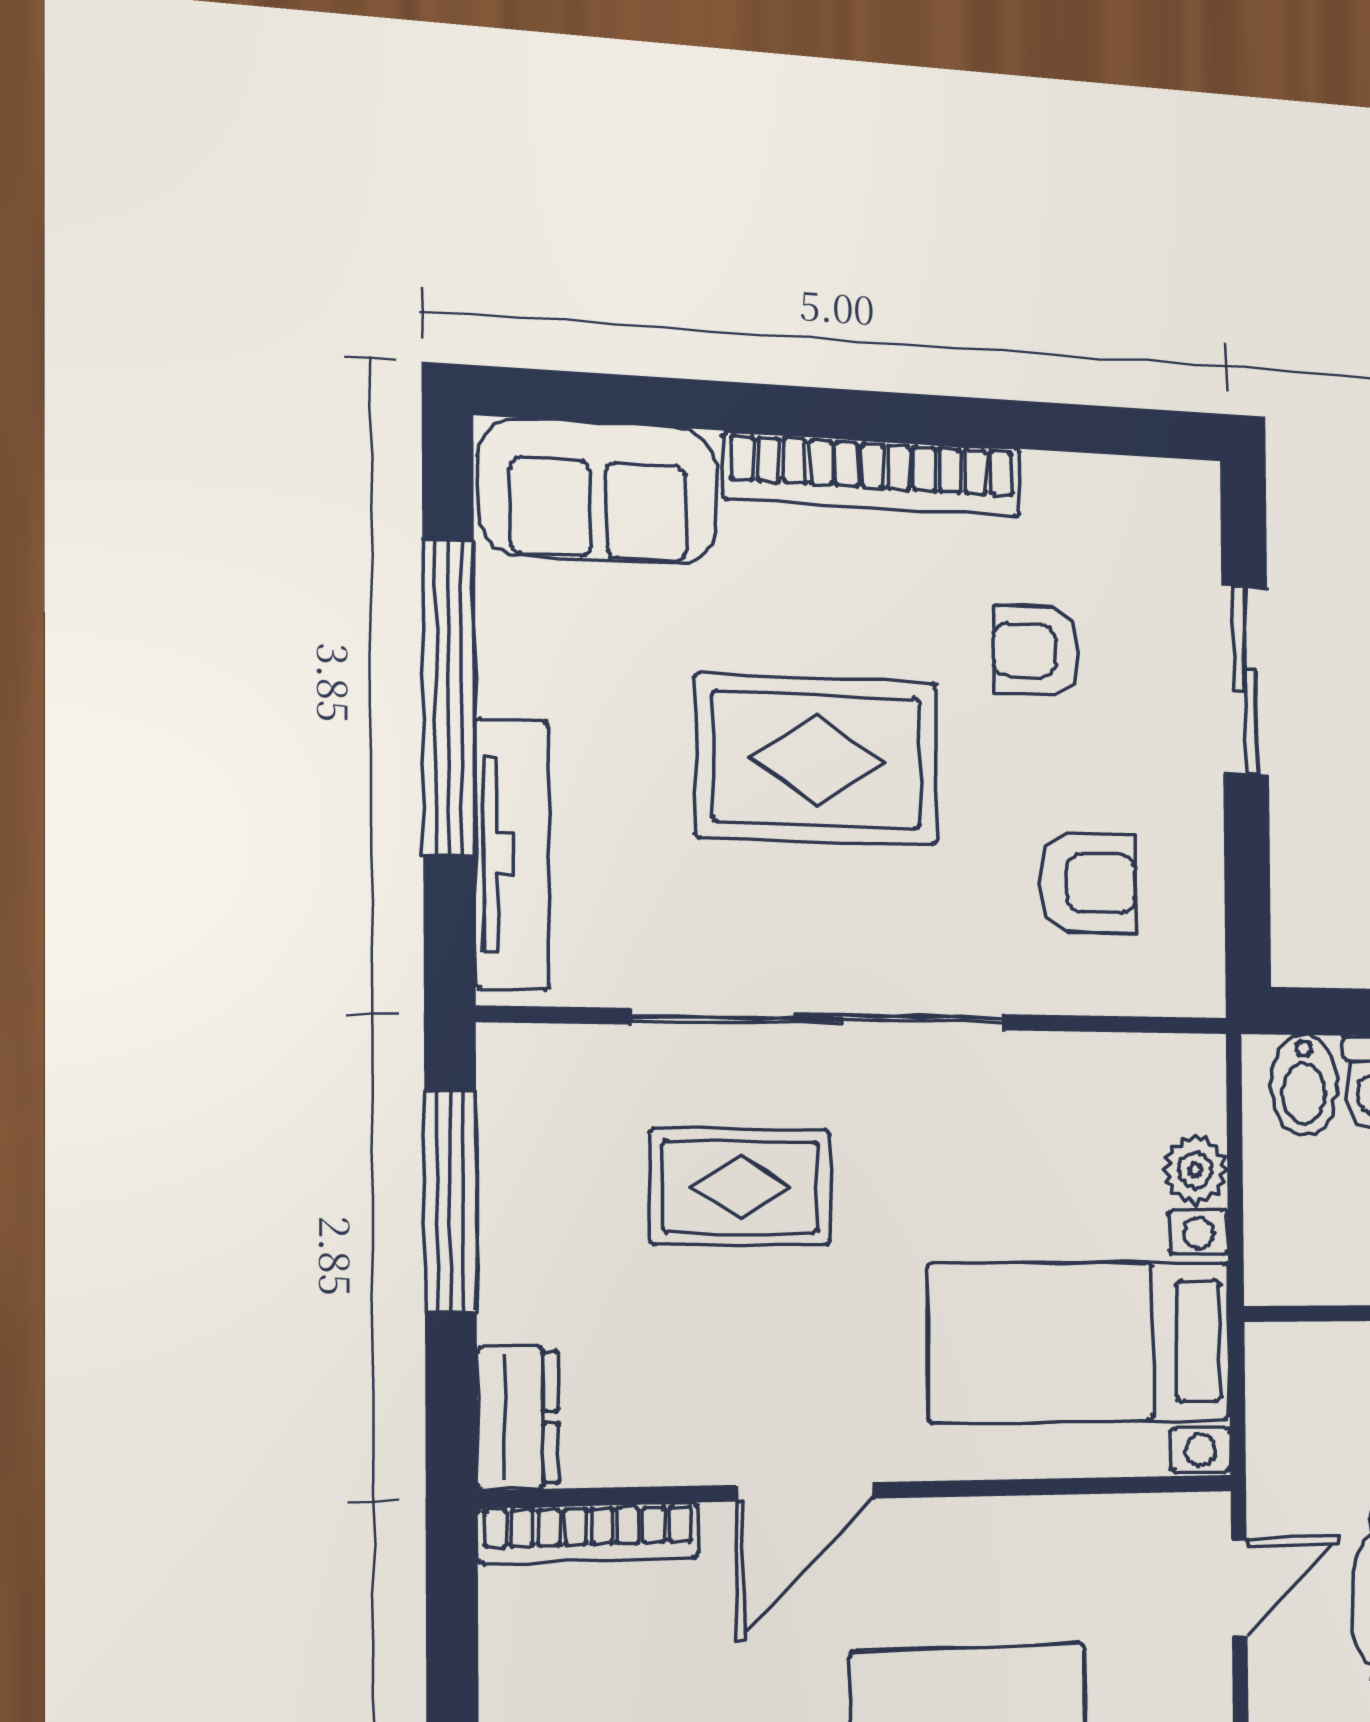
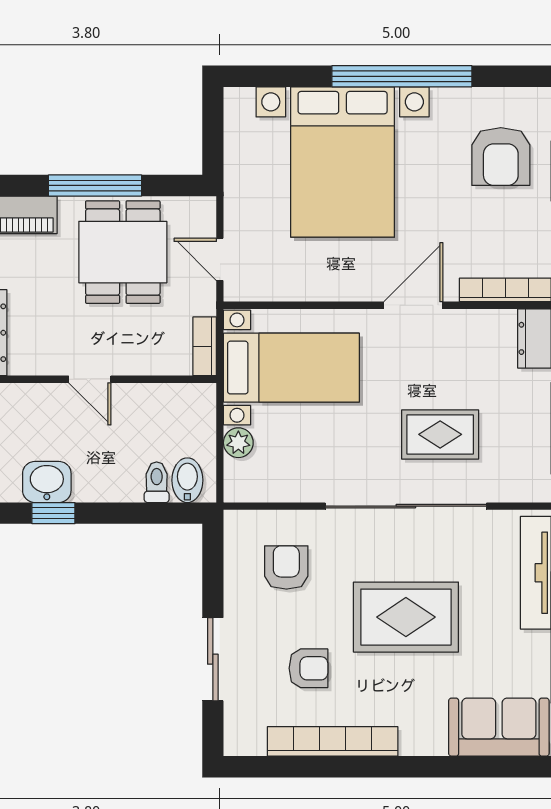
bookcase: (873, 474) -> (333, 741), moved
armchair: (1088, 883) -> (286, 568), turned 90
bookcase: (1270, 1389) -> (205, 346), added
door: (1239, 1588) -> (220, 259), hinge flipped

